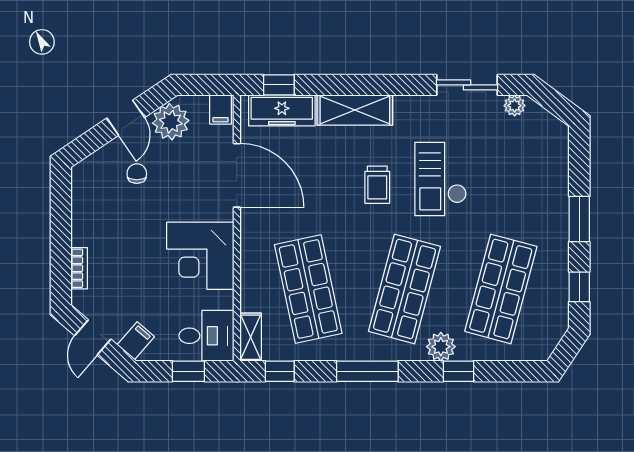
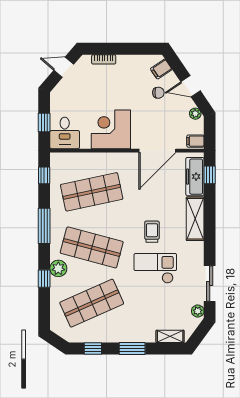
plant: (171, 122) -> (195, 114), width x0.53, depth x0.53
trolley: (377, 185) -> (152, 232), turned 90
shop shelf: (501, 289) -> (92, 303), turned -39
shelving: (251, 337) -> (170, 336), moved
filing cabinet: (136, 341) -> (161, 69), moved, turned 105

